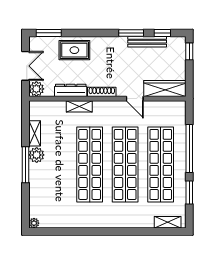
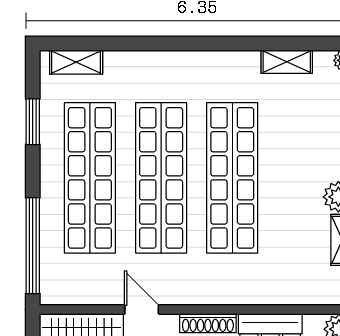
shelving: (79, 106) -> (287, 62), moved
window: (189, 149) -> (33, 246), moved

